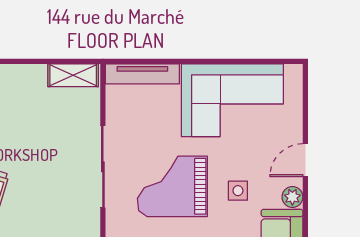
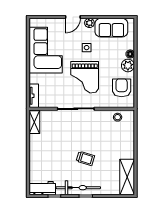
tv unit: (142, 74) -> (34, 96), width x0.71
door: (305, 160) -> (73, 17), hinge flipped

